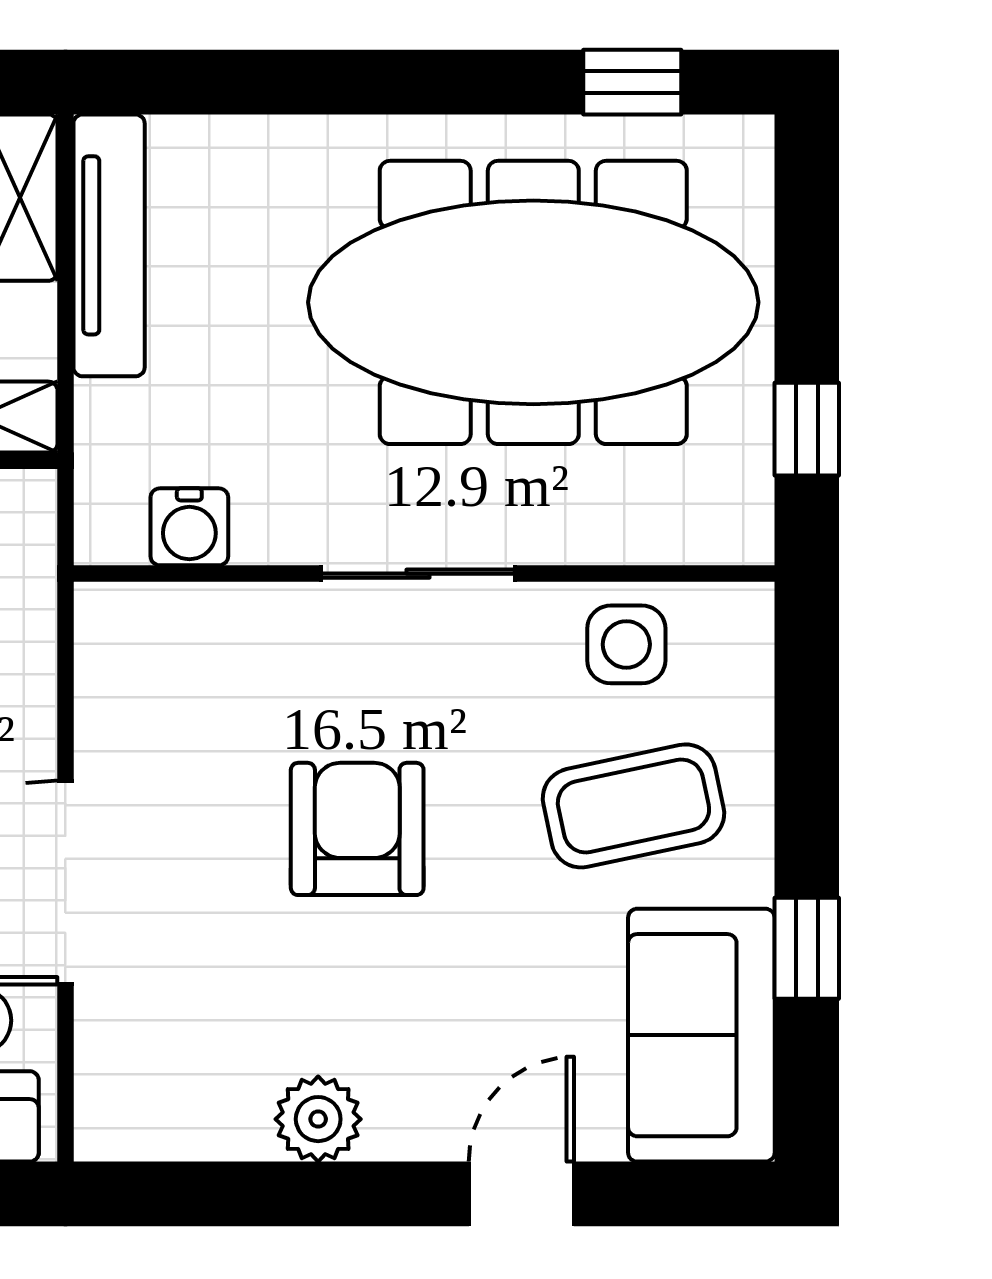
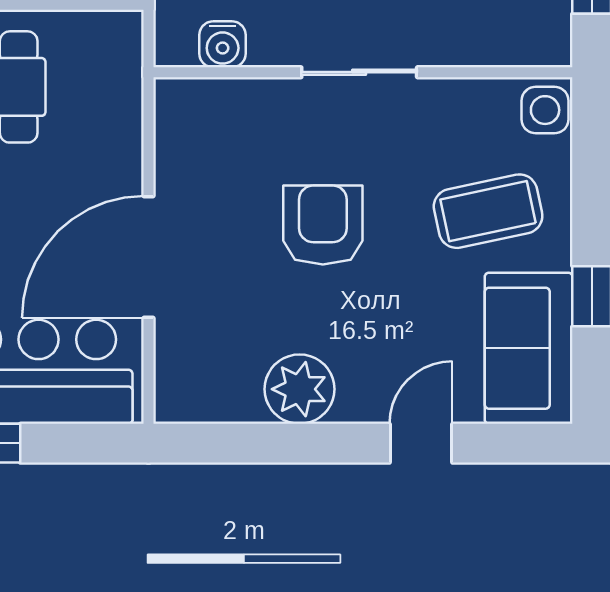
side table: (626, 644) -> (545, 110), moved
plant: (318, 1119) -> (300, 389), width x1.36, depth x1.36

